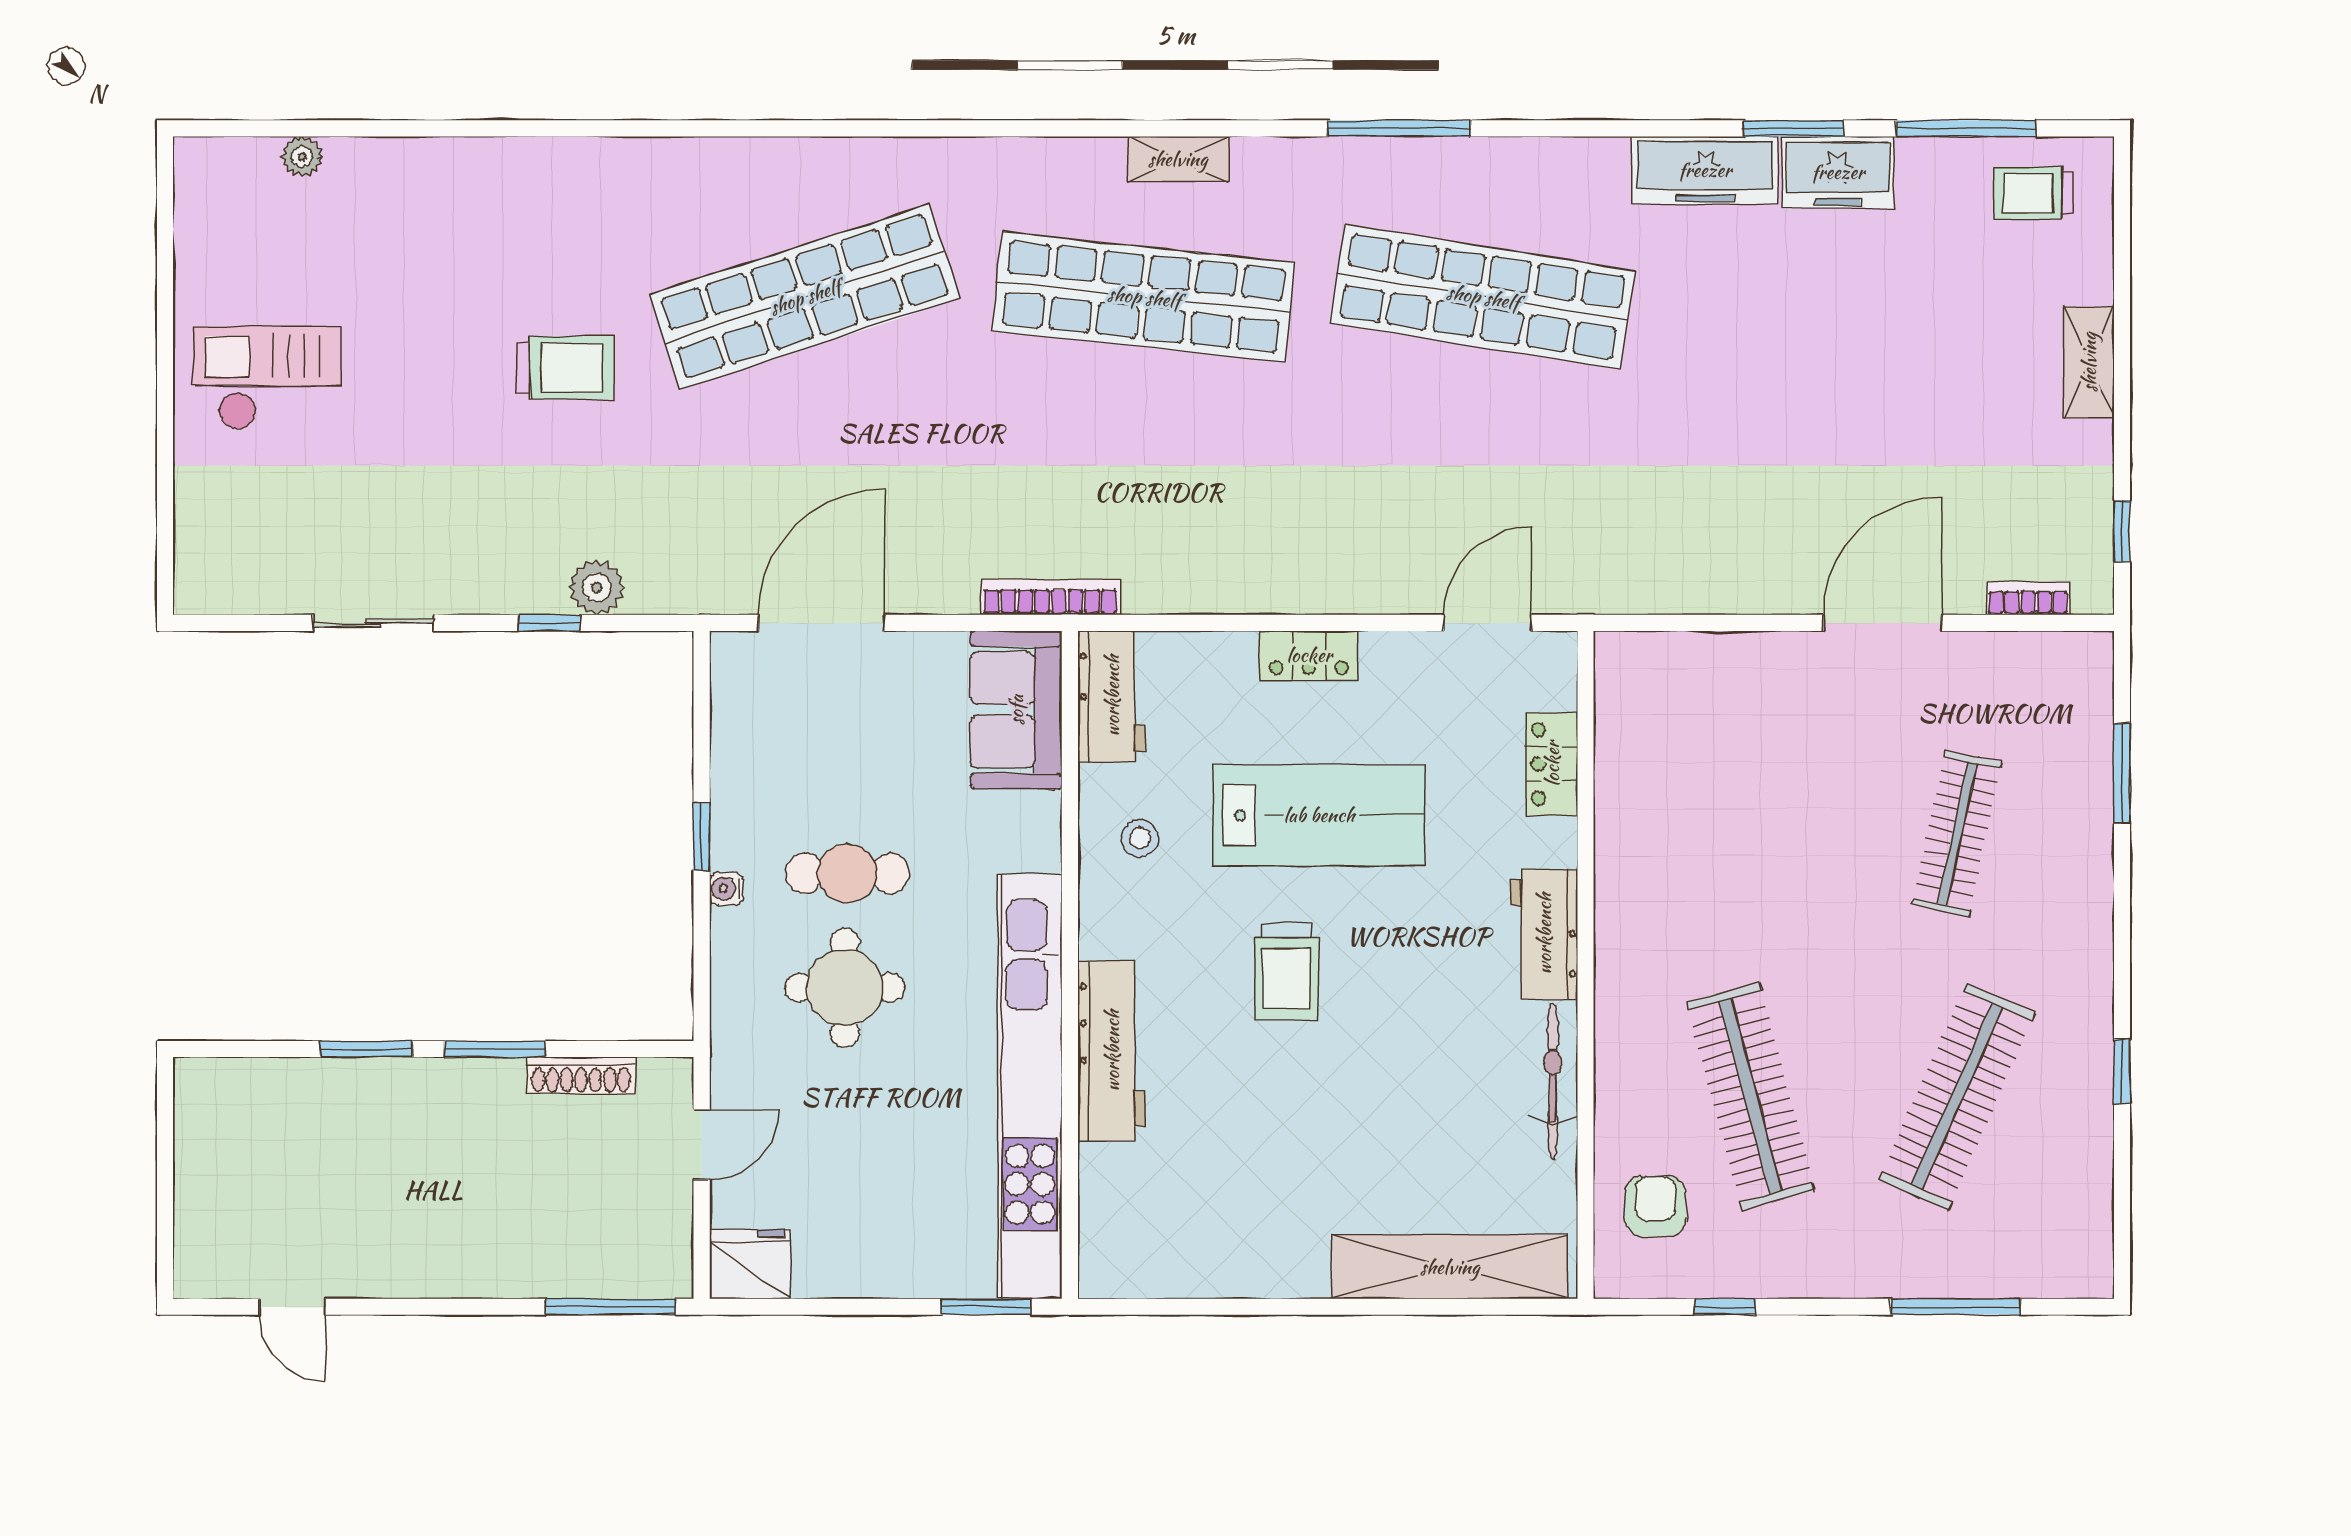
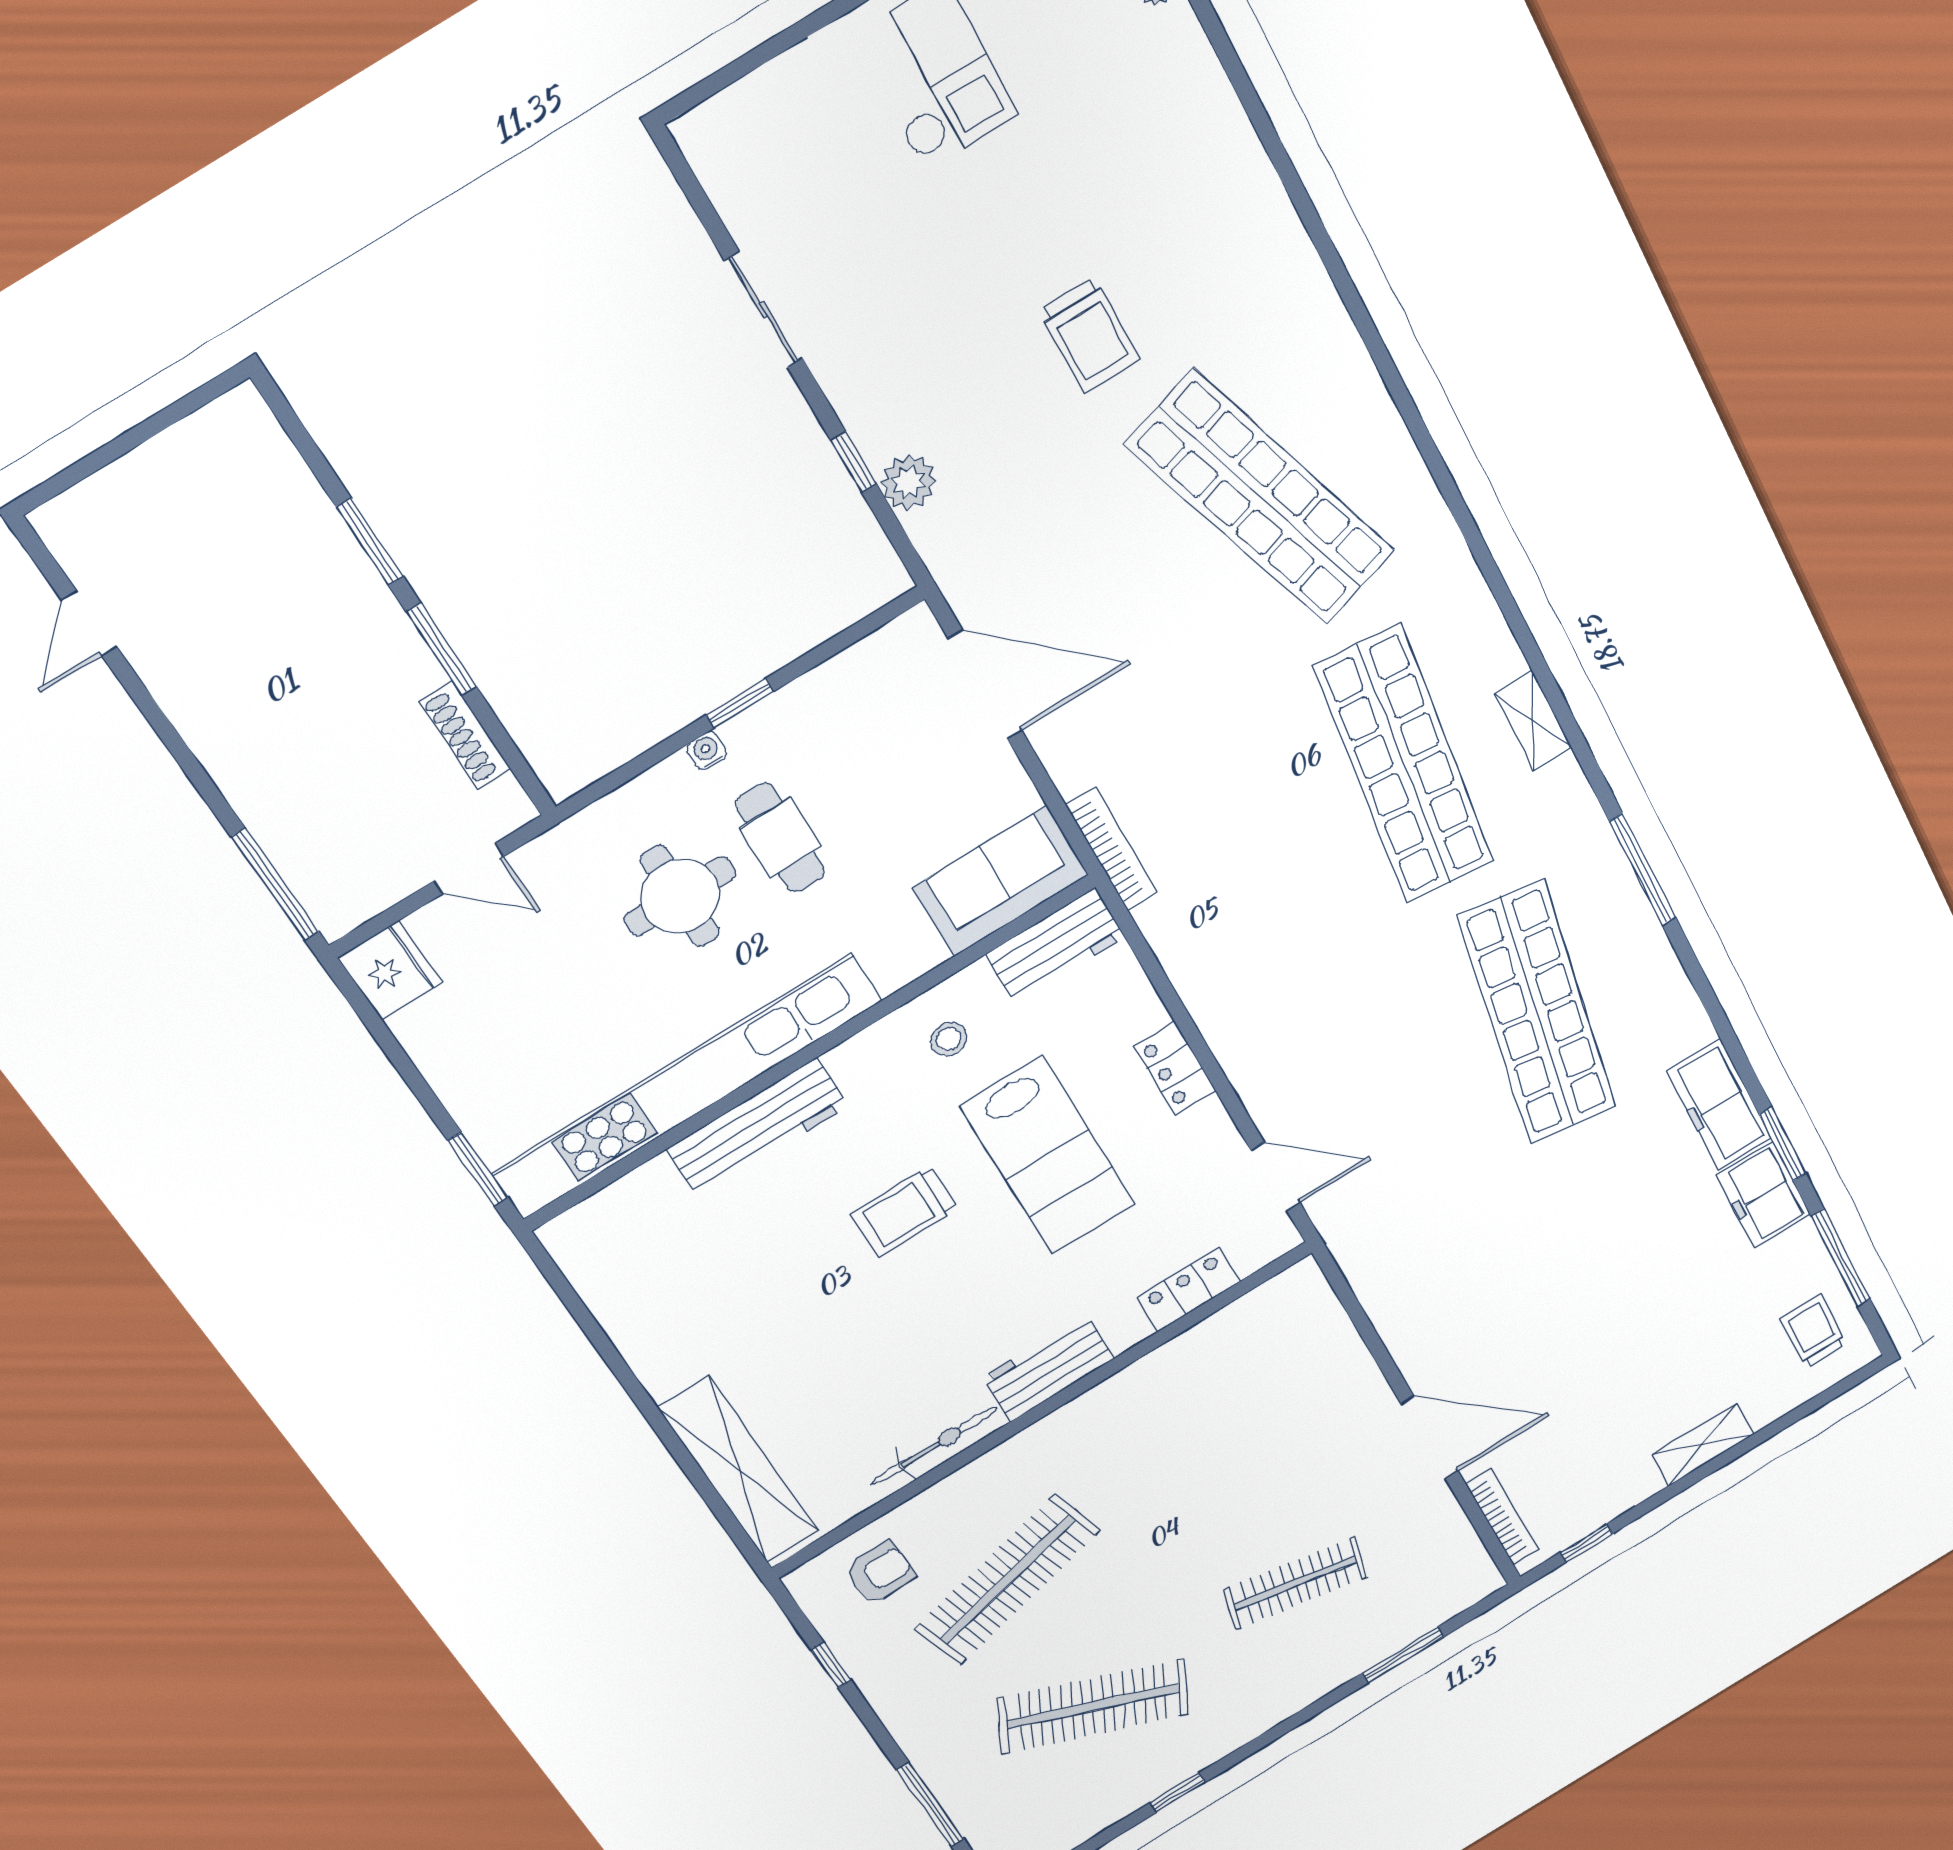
bookcase: (2028, 598) -> (1502, 1517), width x1.56

